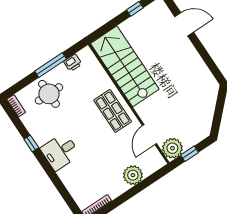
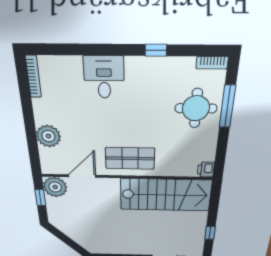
printer: (73, 63) -> (206, 170), moved
window: (51, 65) -> (227, 107), moved
door: (150, 135) -> (82, 176), hinge flipped
desk: (60, 152) -> (104, 77), moved

